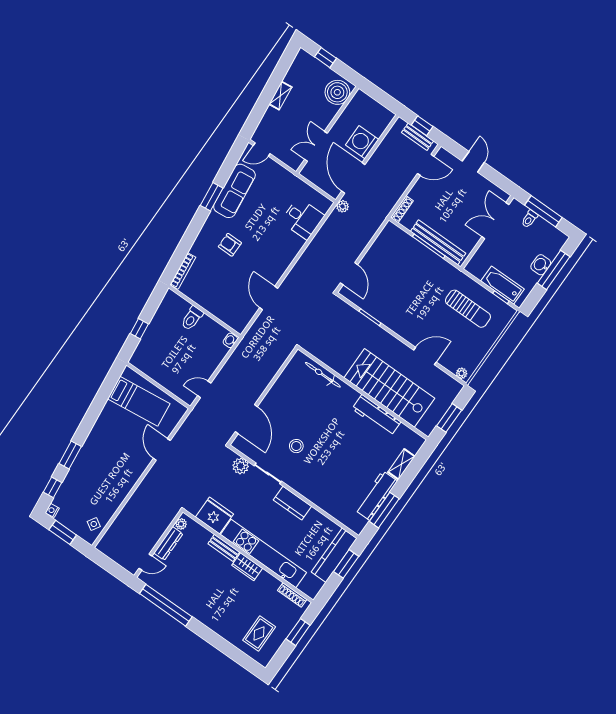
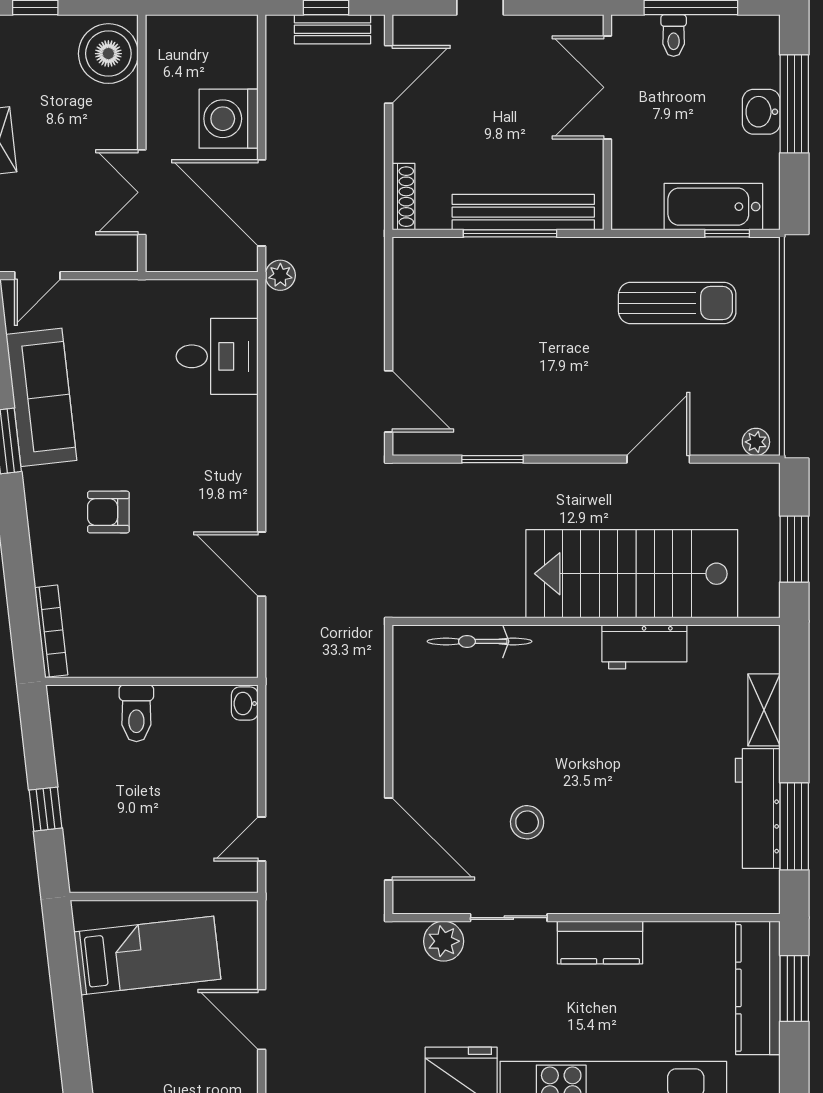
workbench: (376, 415) -> (644, 647), width x0.73

